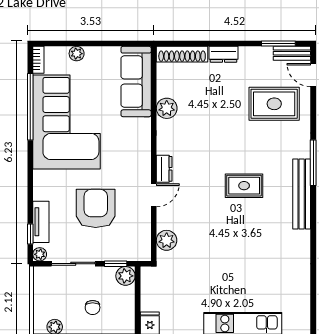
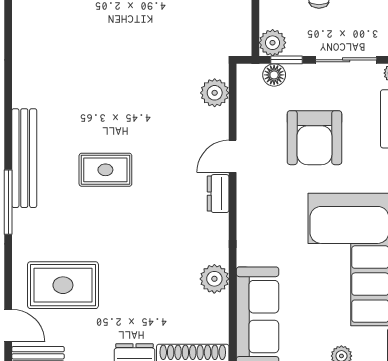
floor lamp: (124, 253) -> (274, 75), added

